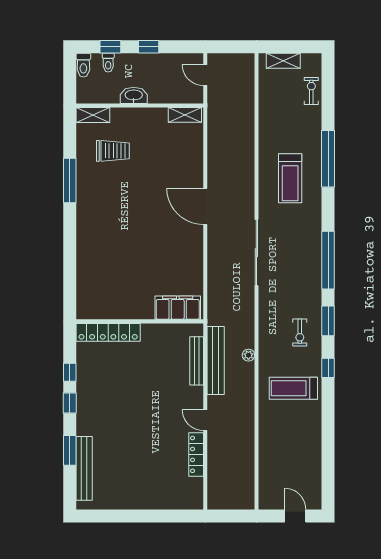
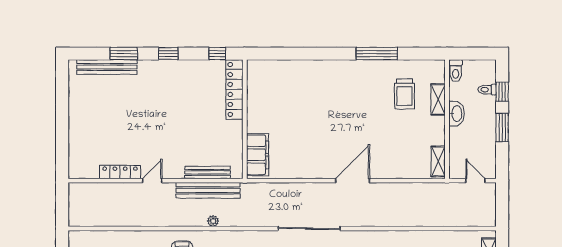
window: (149, 47) -> (502, 127), width x1.50
toilet: (83, 65) -> (456, 71), moved, turned -90
door: (205, 75) -> (475, 181), hinge flipped
shelving: (93, 115) -> (438, 99), moved
window: (70, 372) -> (217, 54), moved

